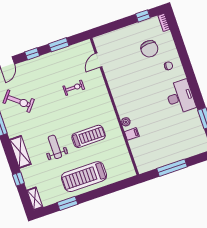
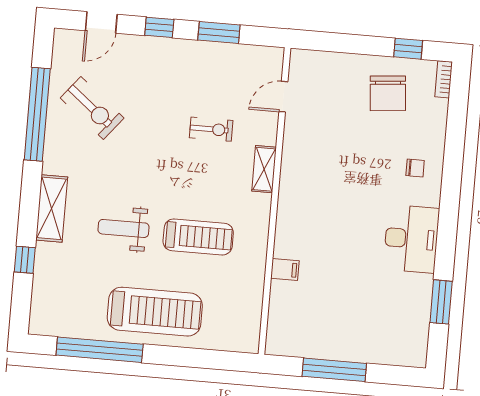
chair: (149, 49) -> (388, 93), moved
plant: (126, 122) -> (283, 241), removed
weight bench: (55, 147) -> (124, 228), turned -90
treadmill: (84, 177) -> (155, 312), turned 180
shelving: (35, 199) -> (264, 169), moved
window: (68, 203) -> (100, 350), width x2.11

